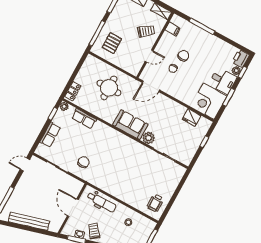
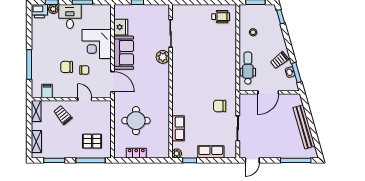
locker: (73, 91) -> (136, 153), moved
corner desk: (209, 101) -> (97, 44), moved, turned 90
sofa: (130, 125) -> (124, 53), moved, turned 180
door: (25, 164) -> (252, 160), hinge flipped

